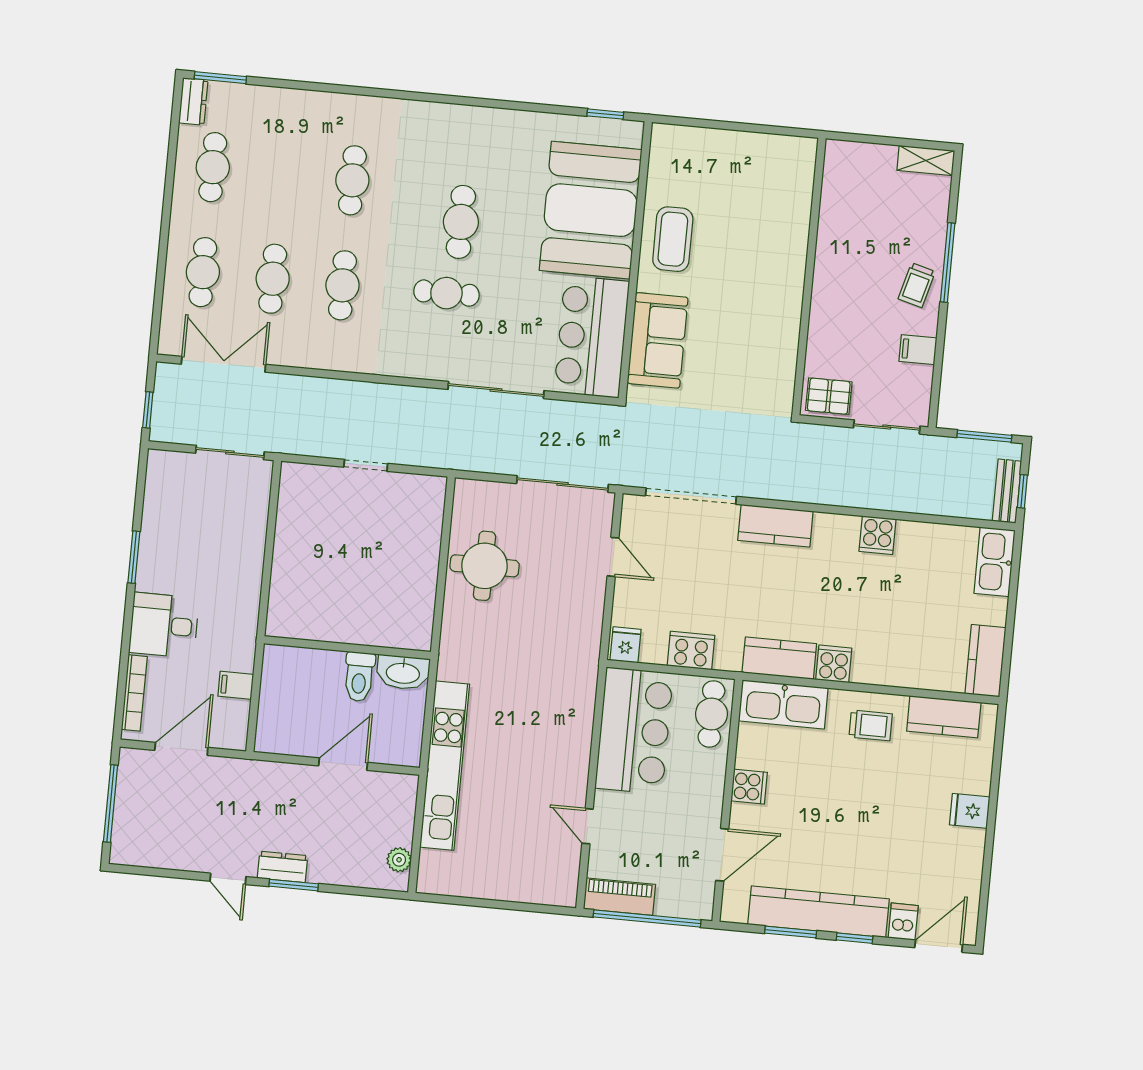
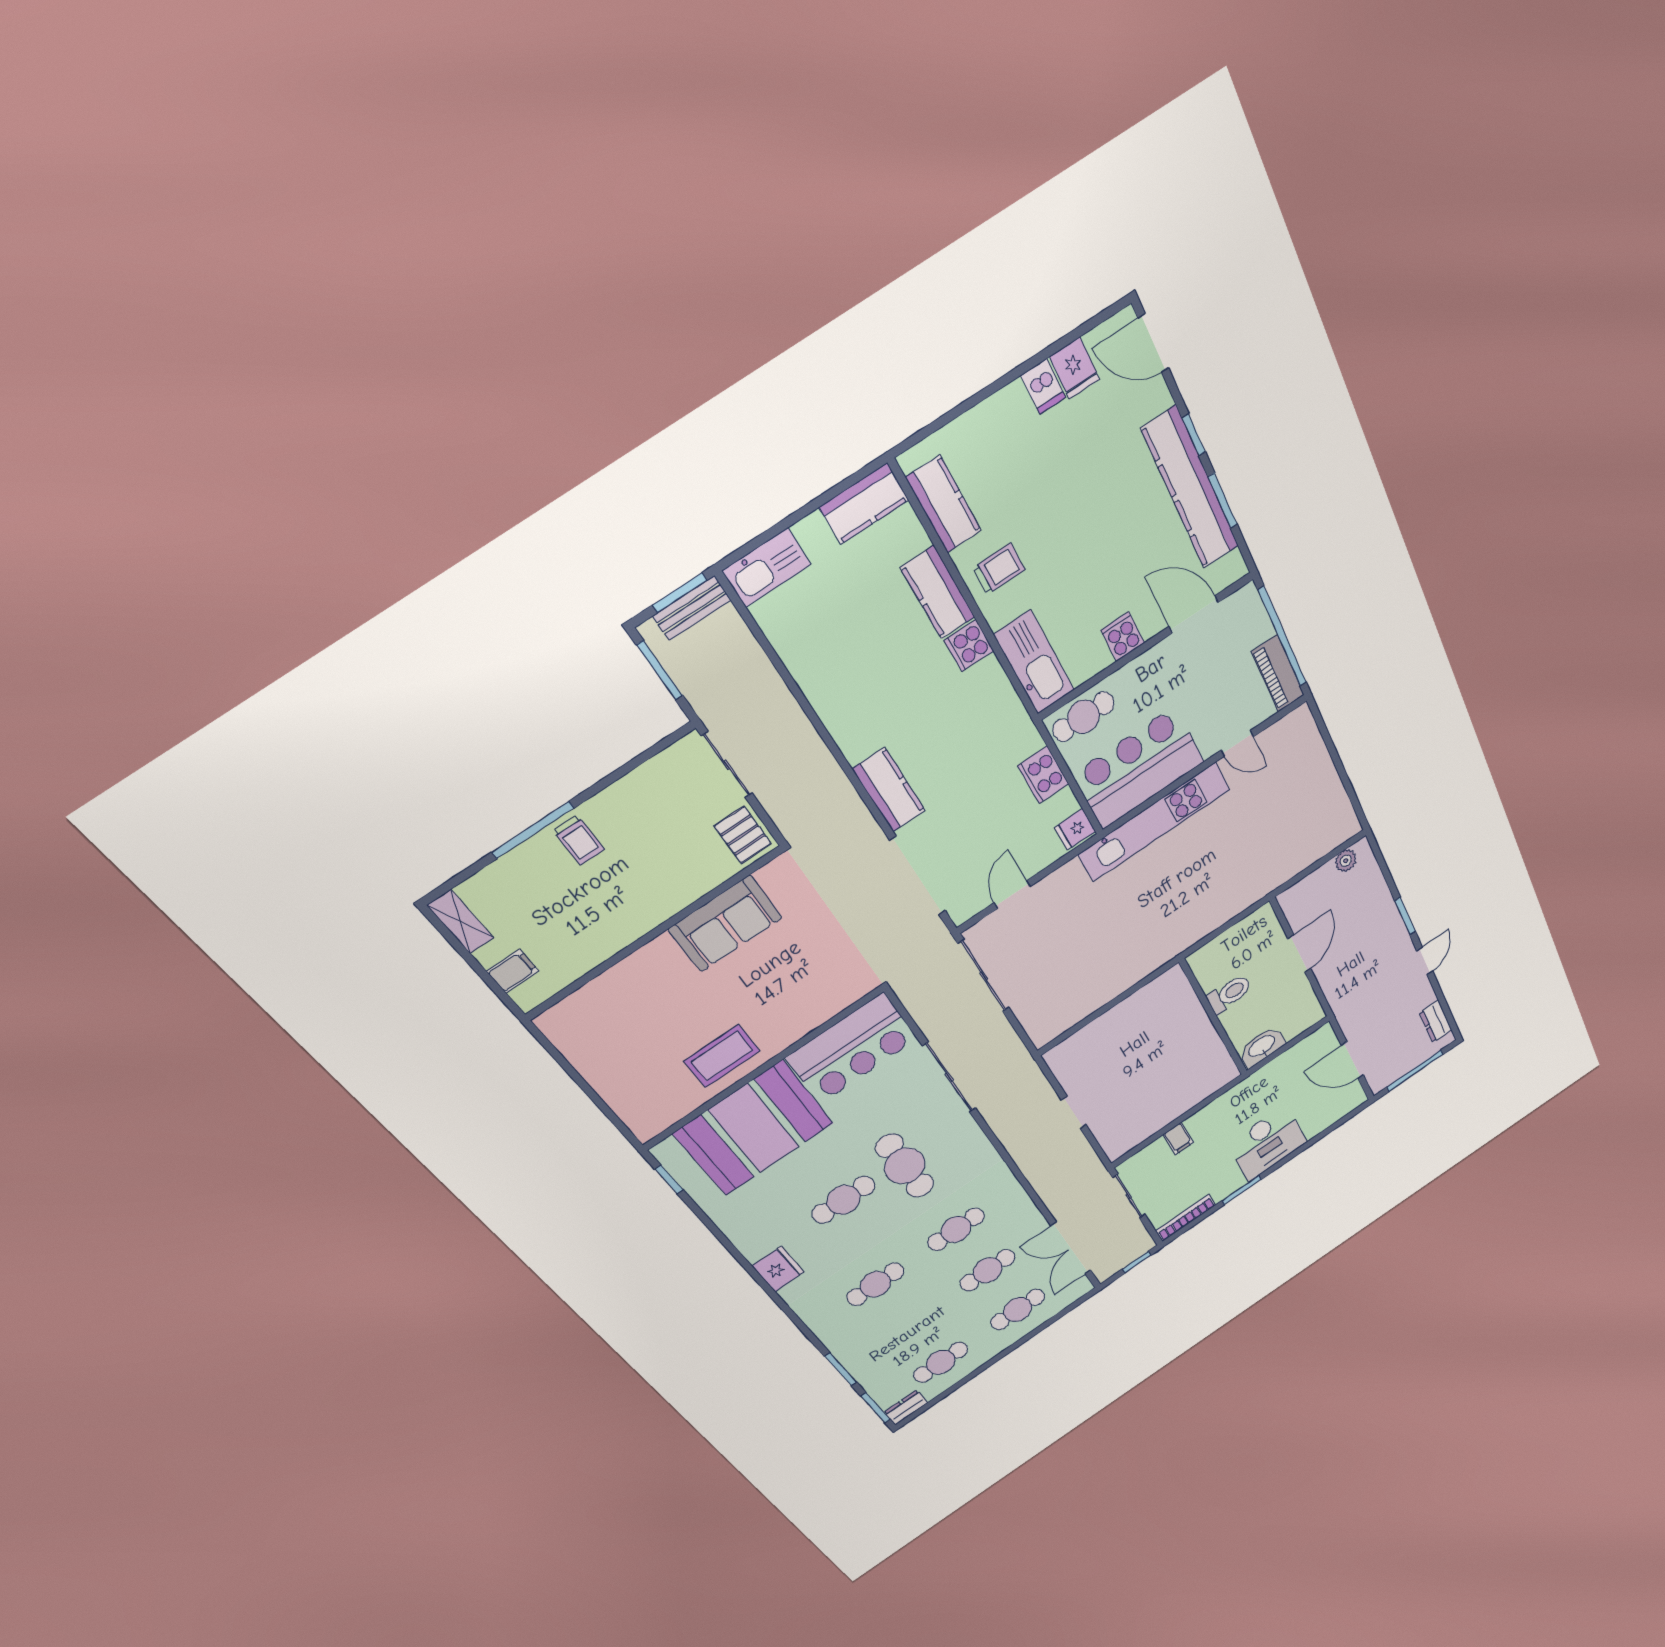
window: (293, 85) -> (841, 1369), added
fridge: (445, 121) -> (778, 1269), added
trolley: (917, 285) -> (579, 840), turned 75
cafe table: (446, 293) -> (905, 1166), width x1.37, depth x1.35
sofa: (658, 340) -> (725, 924), moved, turned 180
filing cabinet: (918, 350) -> (513, 971), moved, turned -90
window: (1022, 491) -> (680, 593), width x1.50
cooker: (878, 535) -> (828, 697), removed
round table: (485, 566) -> (1088, 978), removed
desk: (164, 625) -> (1267, 1143), width x1.37
kitchen counter: (779, 658) -> (938, 593), moved
washbasin: (403, 672) -> (1262, 1047), moved, turned -90
filing cabinet: (236, 685) -> (1178, 1139), moved
bookcase: (134, 693) -> (1186, 1218), moved
trolley: (871, 725) -> (999, 569), turned 90
door: (343, 764) -> (1299, 954), swing flipped
kitchen unit: (445, 766) -> (1154, 822), moved, turned 180
fridge: (970, 811) -> (1075, 368), moved
door: (588, 826) -> (1237, 743), hinge flipped
dresser: (282, 867) -> (1436, 1021), moved
dishwasher: (903, 922) -> (1043, 387), moved, turned -90

